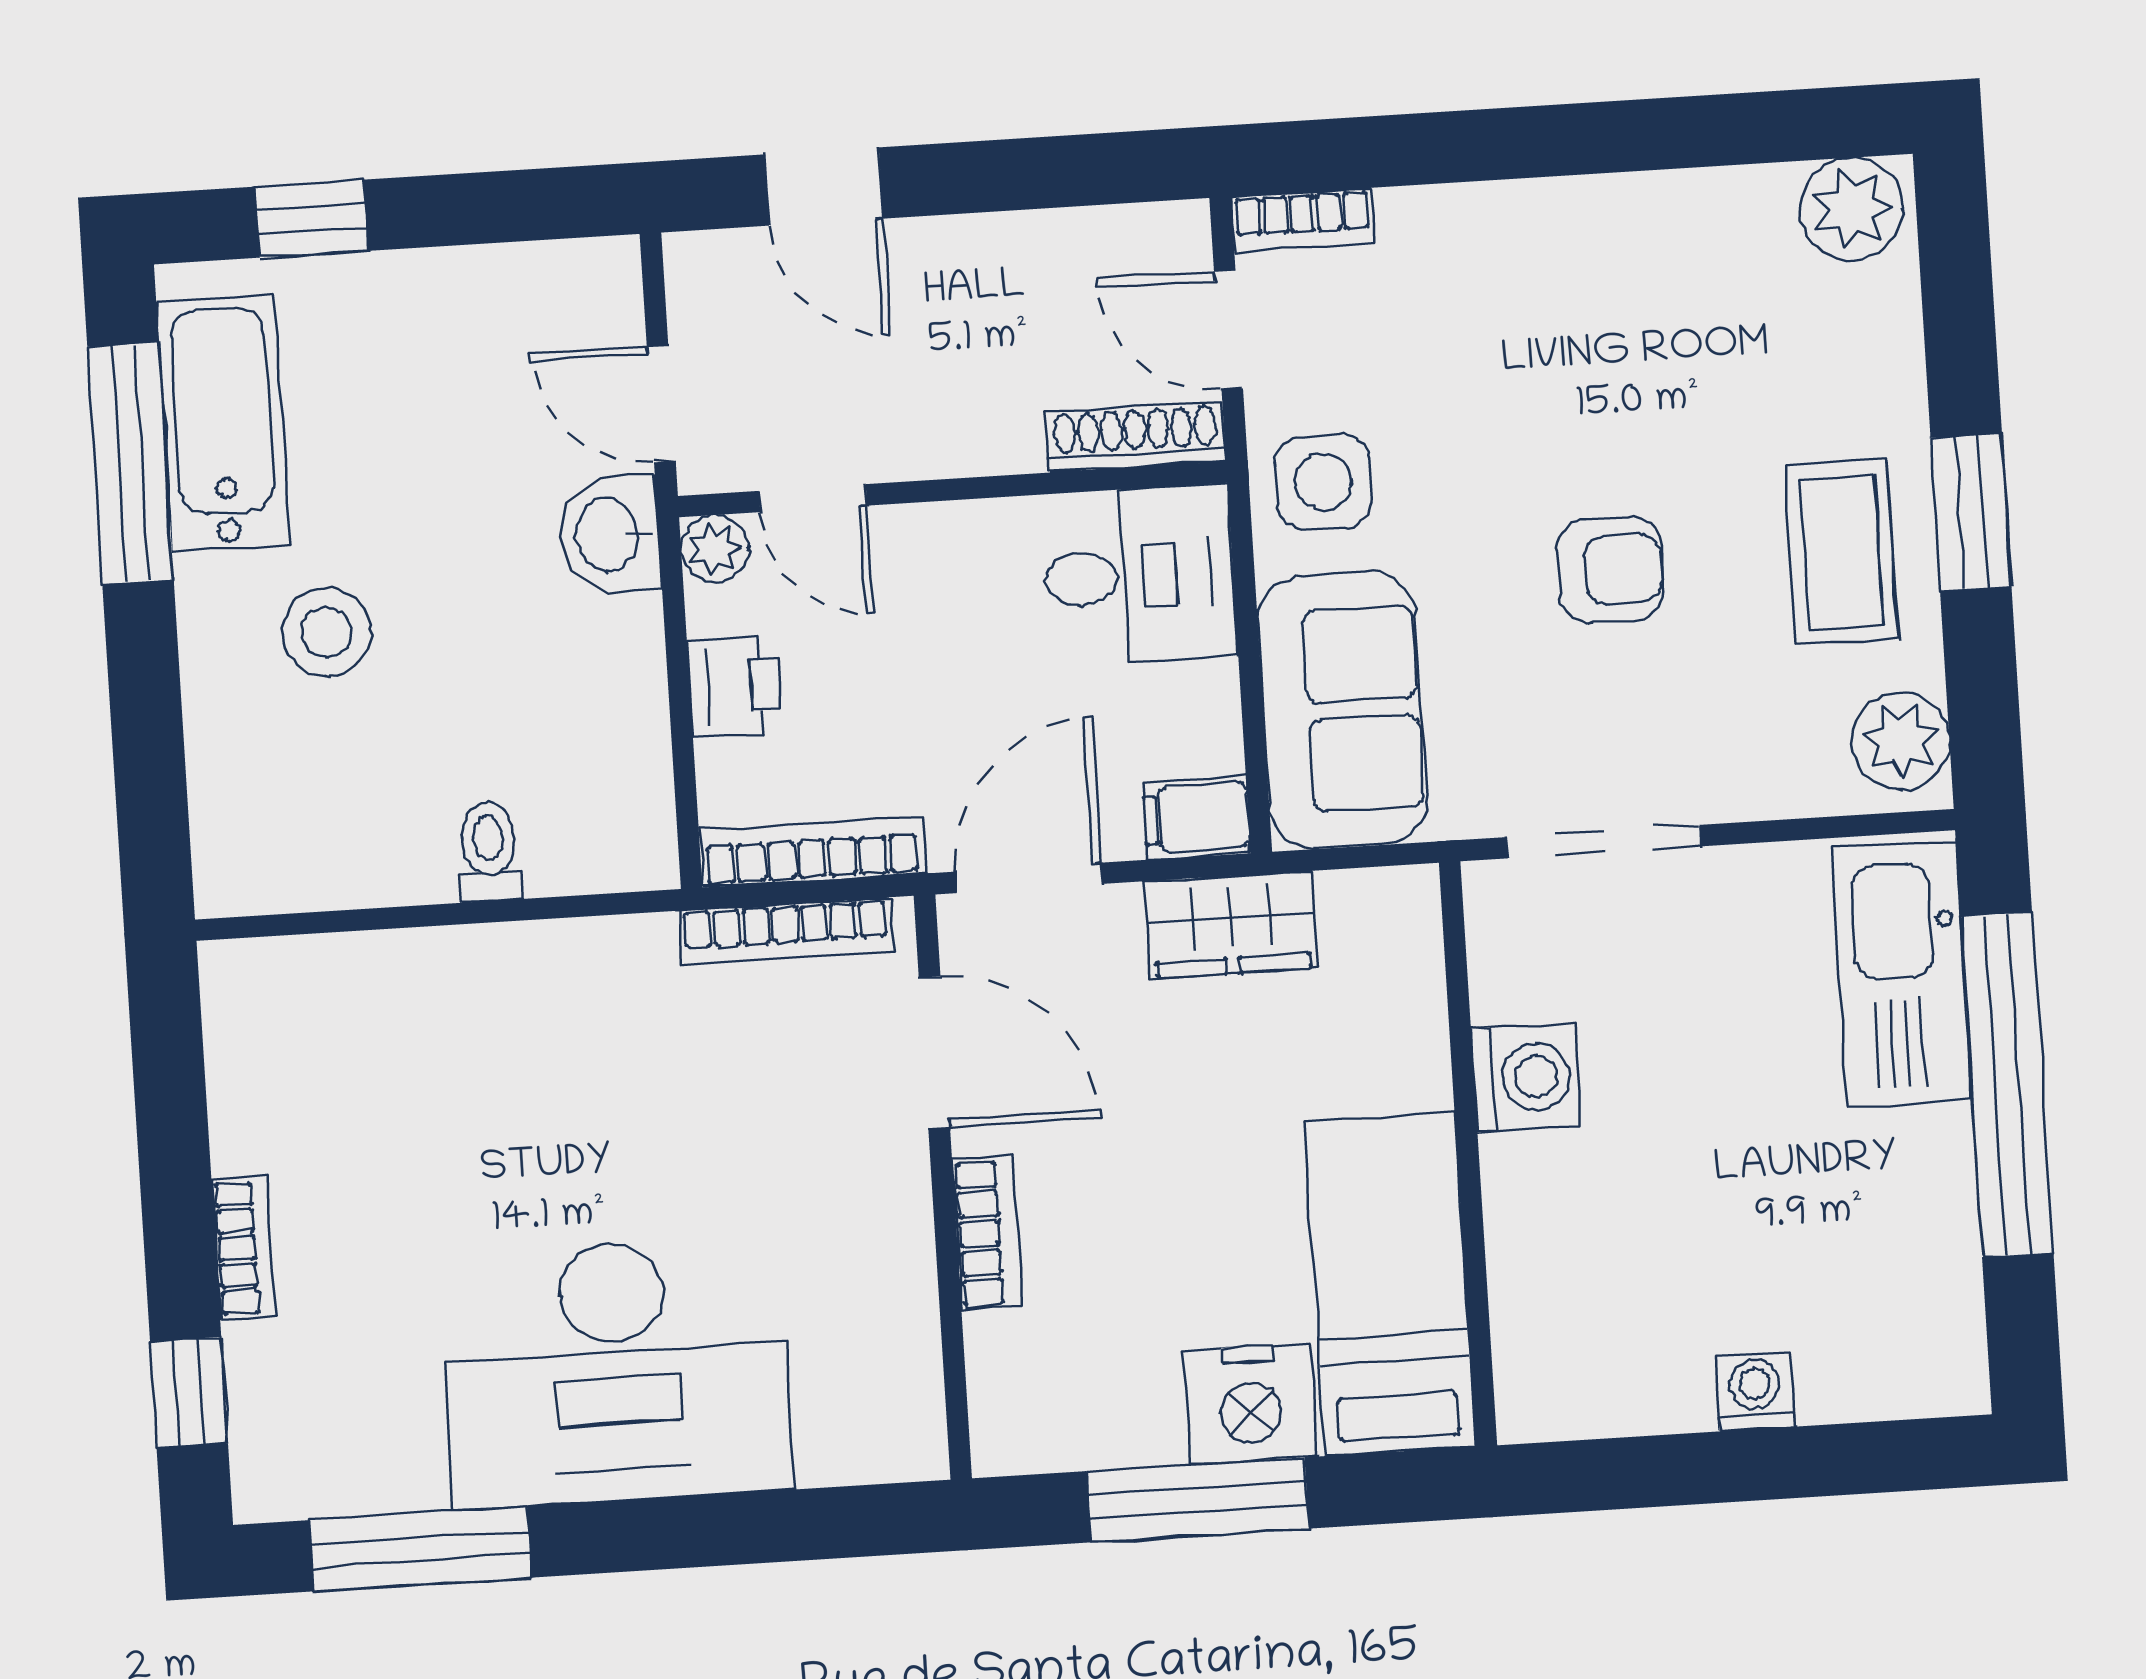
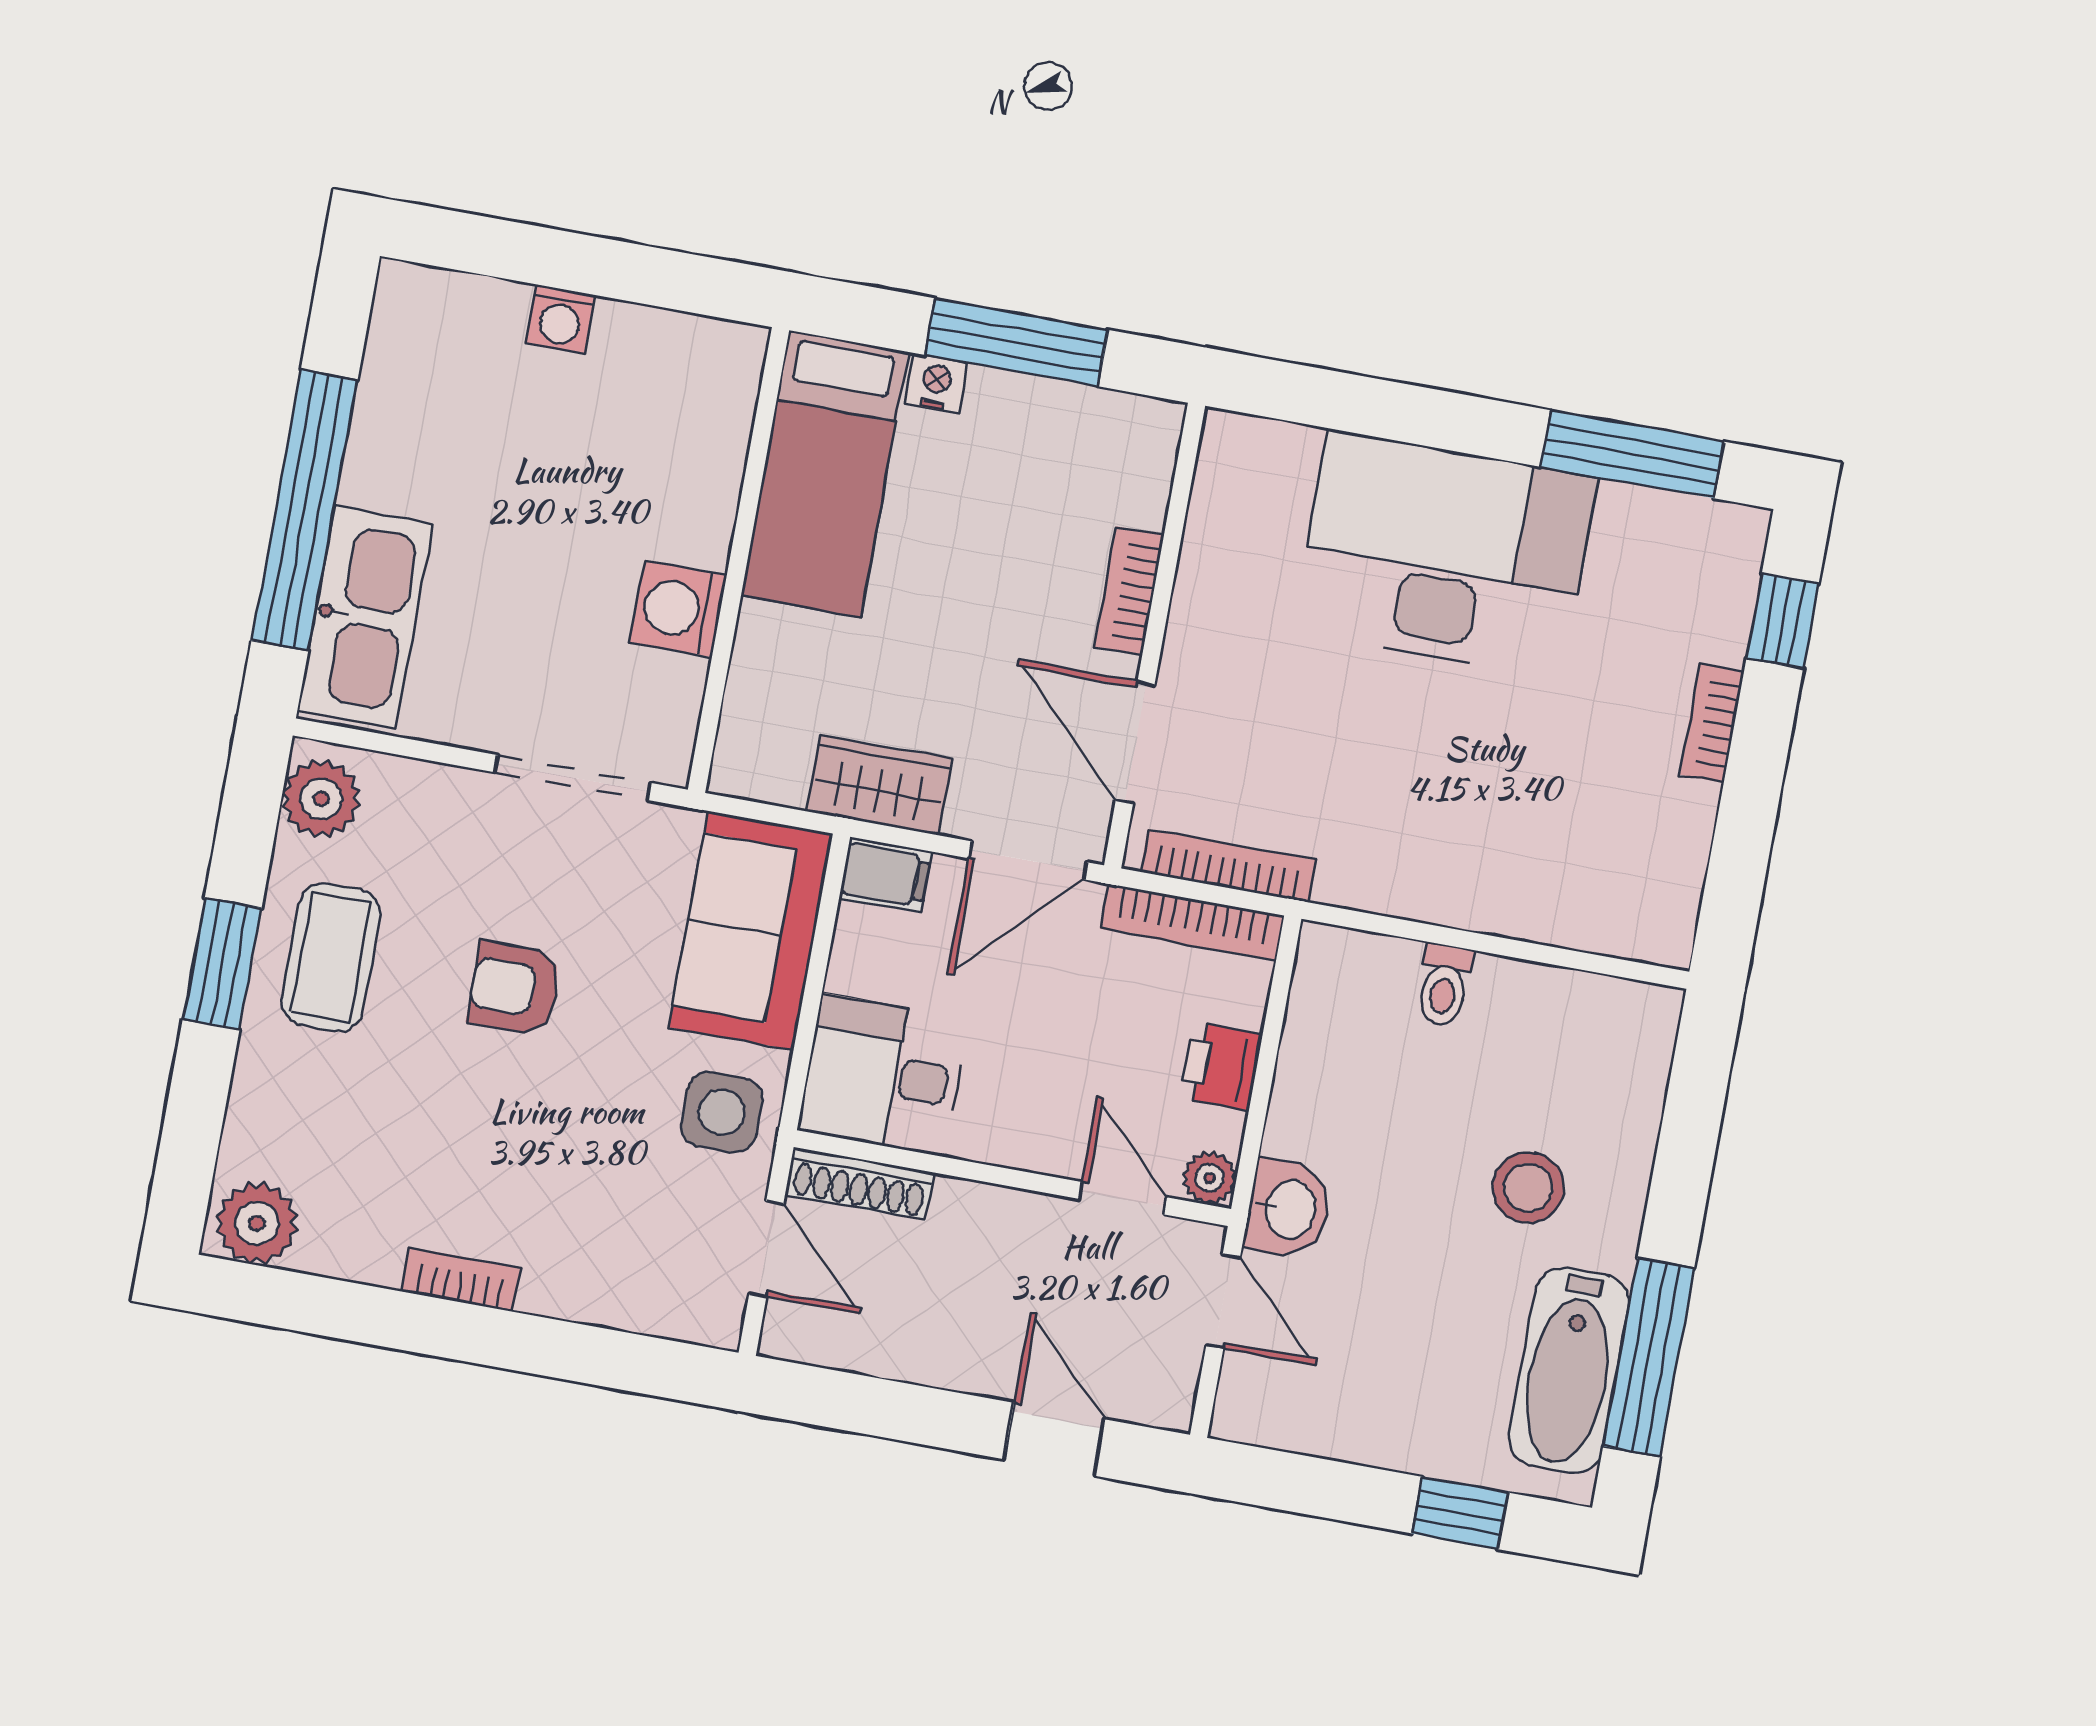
bookcase: (1302, 220) -> (461, 1279), moved
nightstand: (1251, 1404) -> (936, 383), width x0.53, depth x0.56

